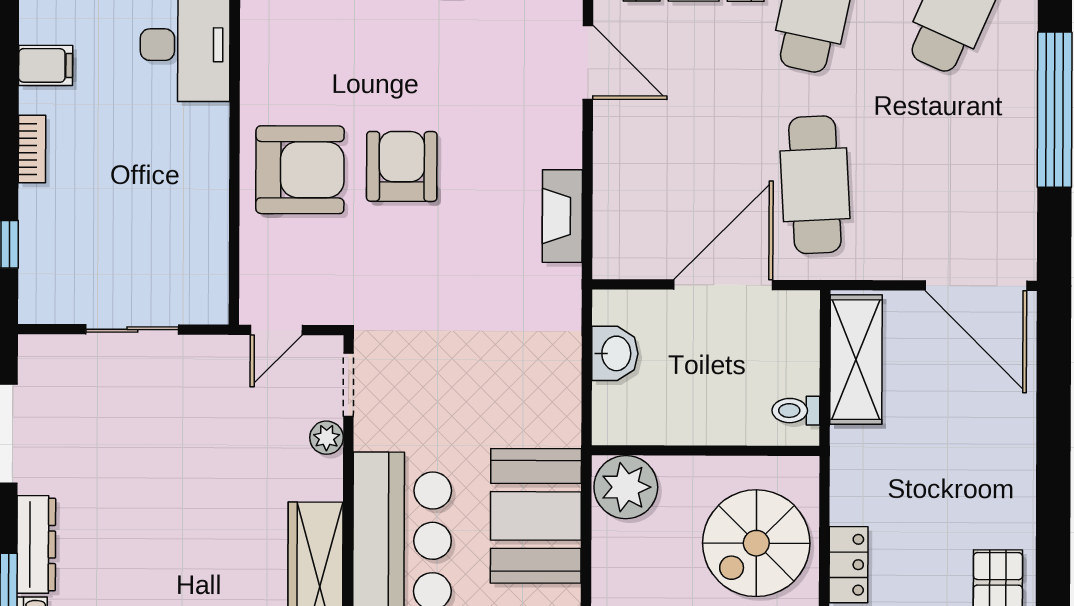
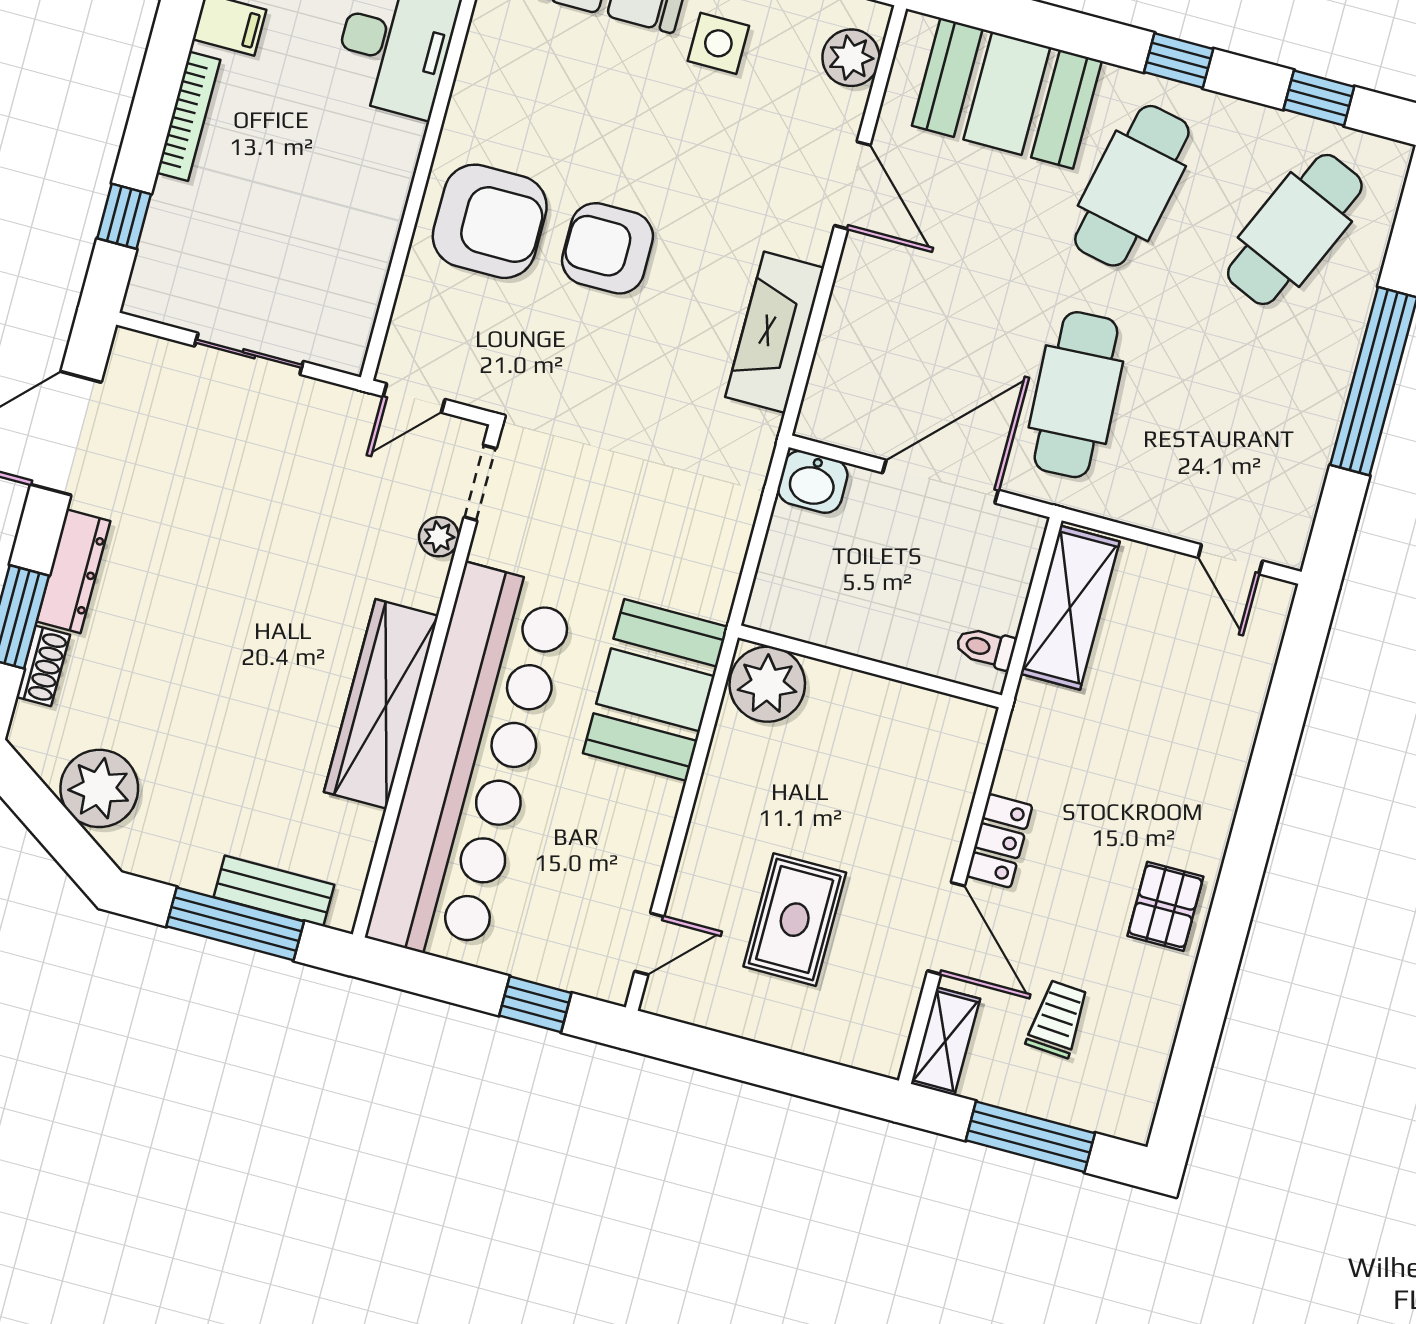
bookcase: (32, 149) -> (189, 116), width x1.56
armchair: (402, 166) -> (607, 248), turned -90
fireplace: (562, 216) -> (775, 332), width x1.37, depth x1.32
door: (976, 286) -> (1230, 559), width x0.53
washbasin: (615, 353) -> (813, 482), moved, turned 90
spiral stairs: (756, 543) -> (900, 788), removed

